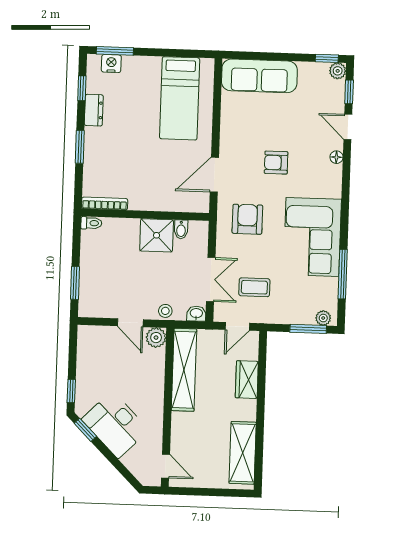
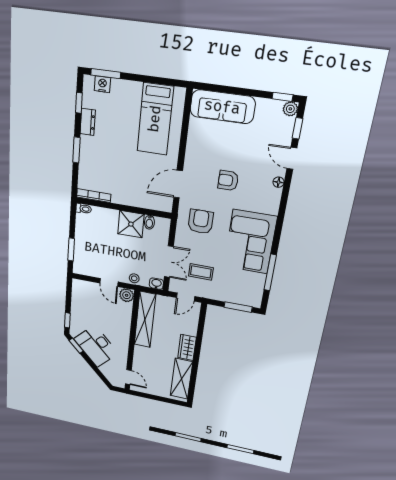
plant: (323, 318) -> (251, 301), removed
wardrobe: (247, 380) -> (187, 347), moved

